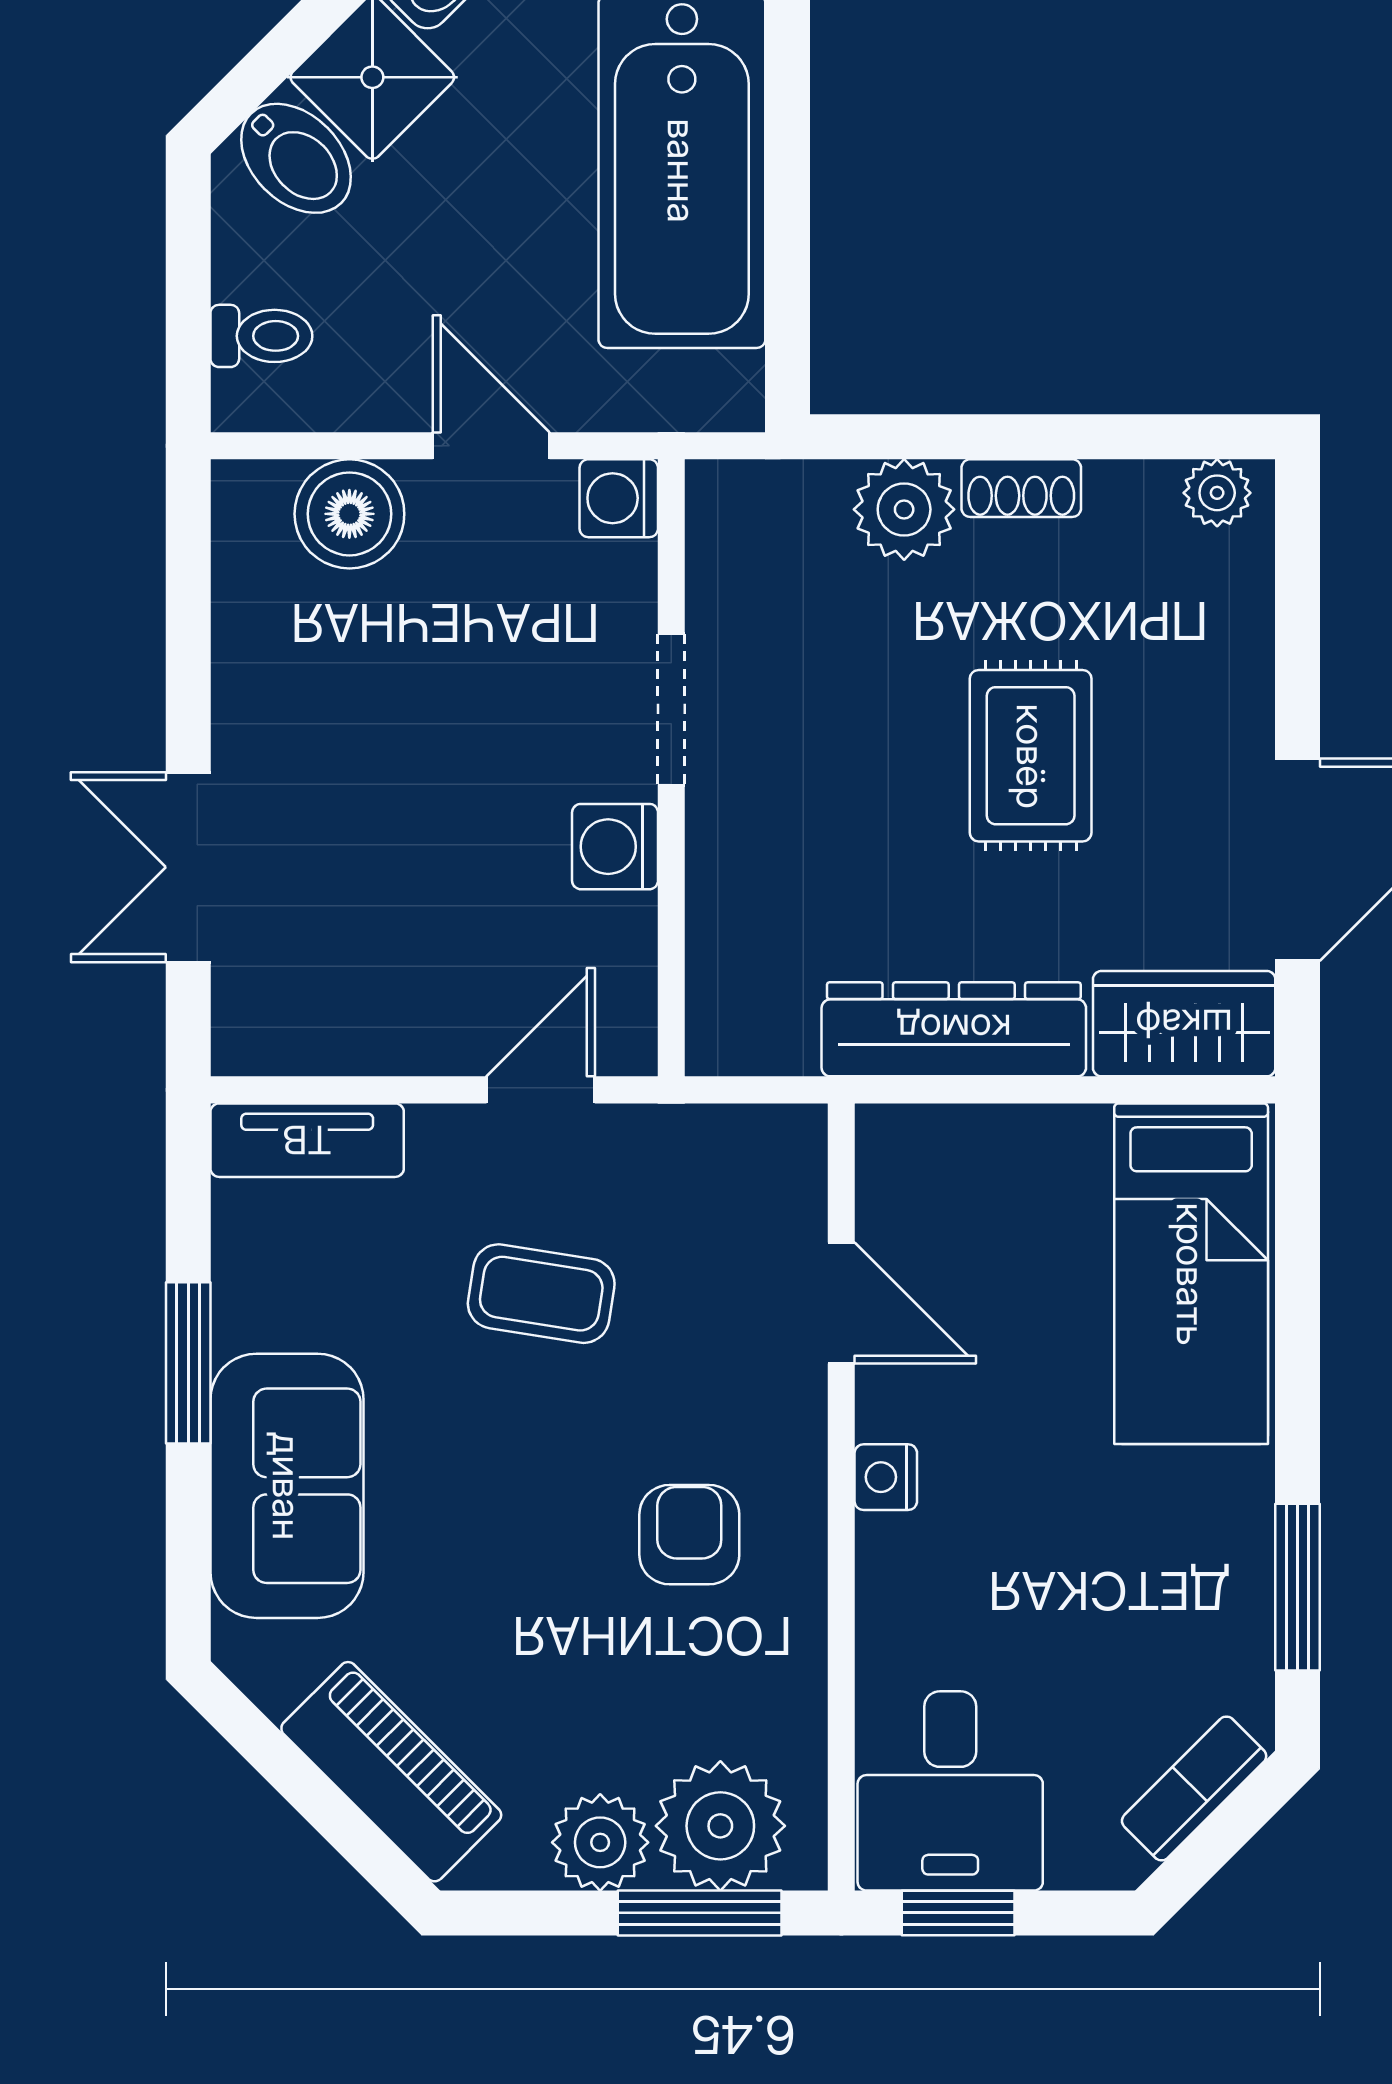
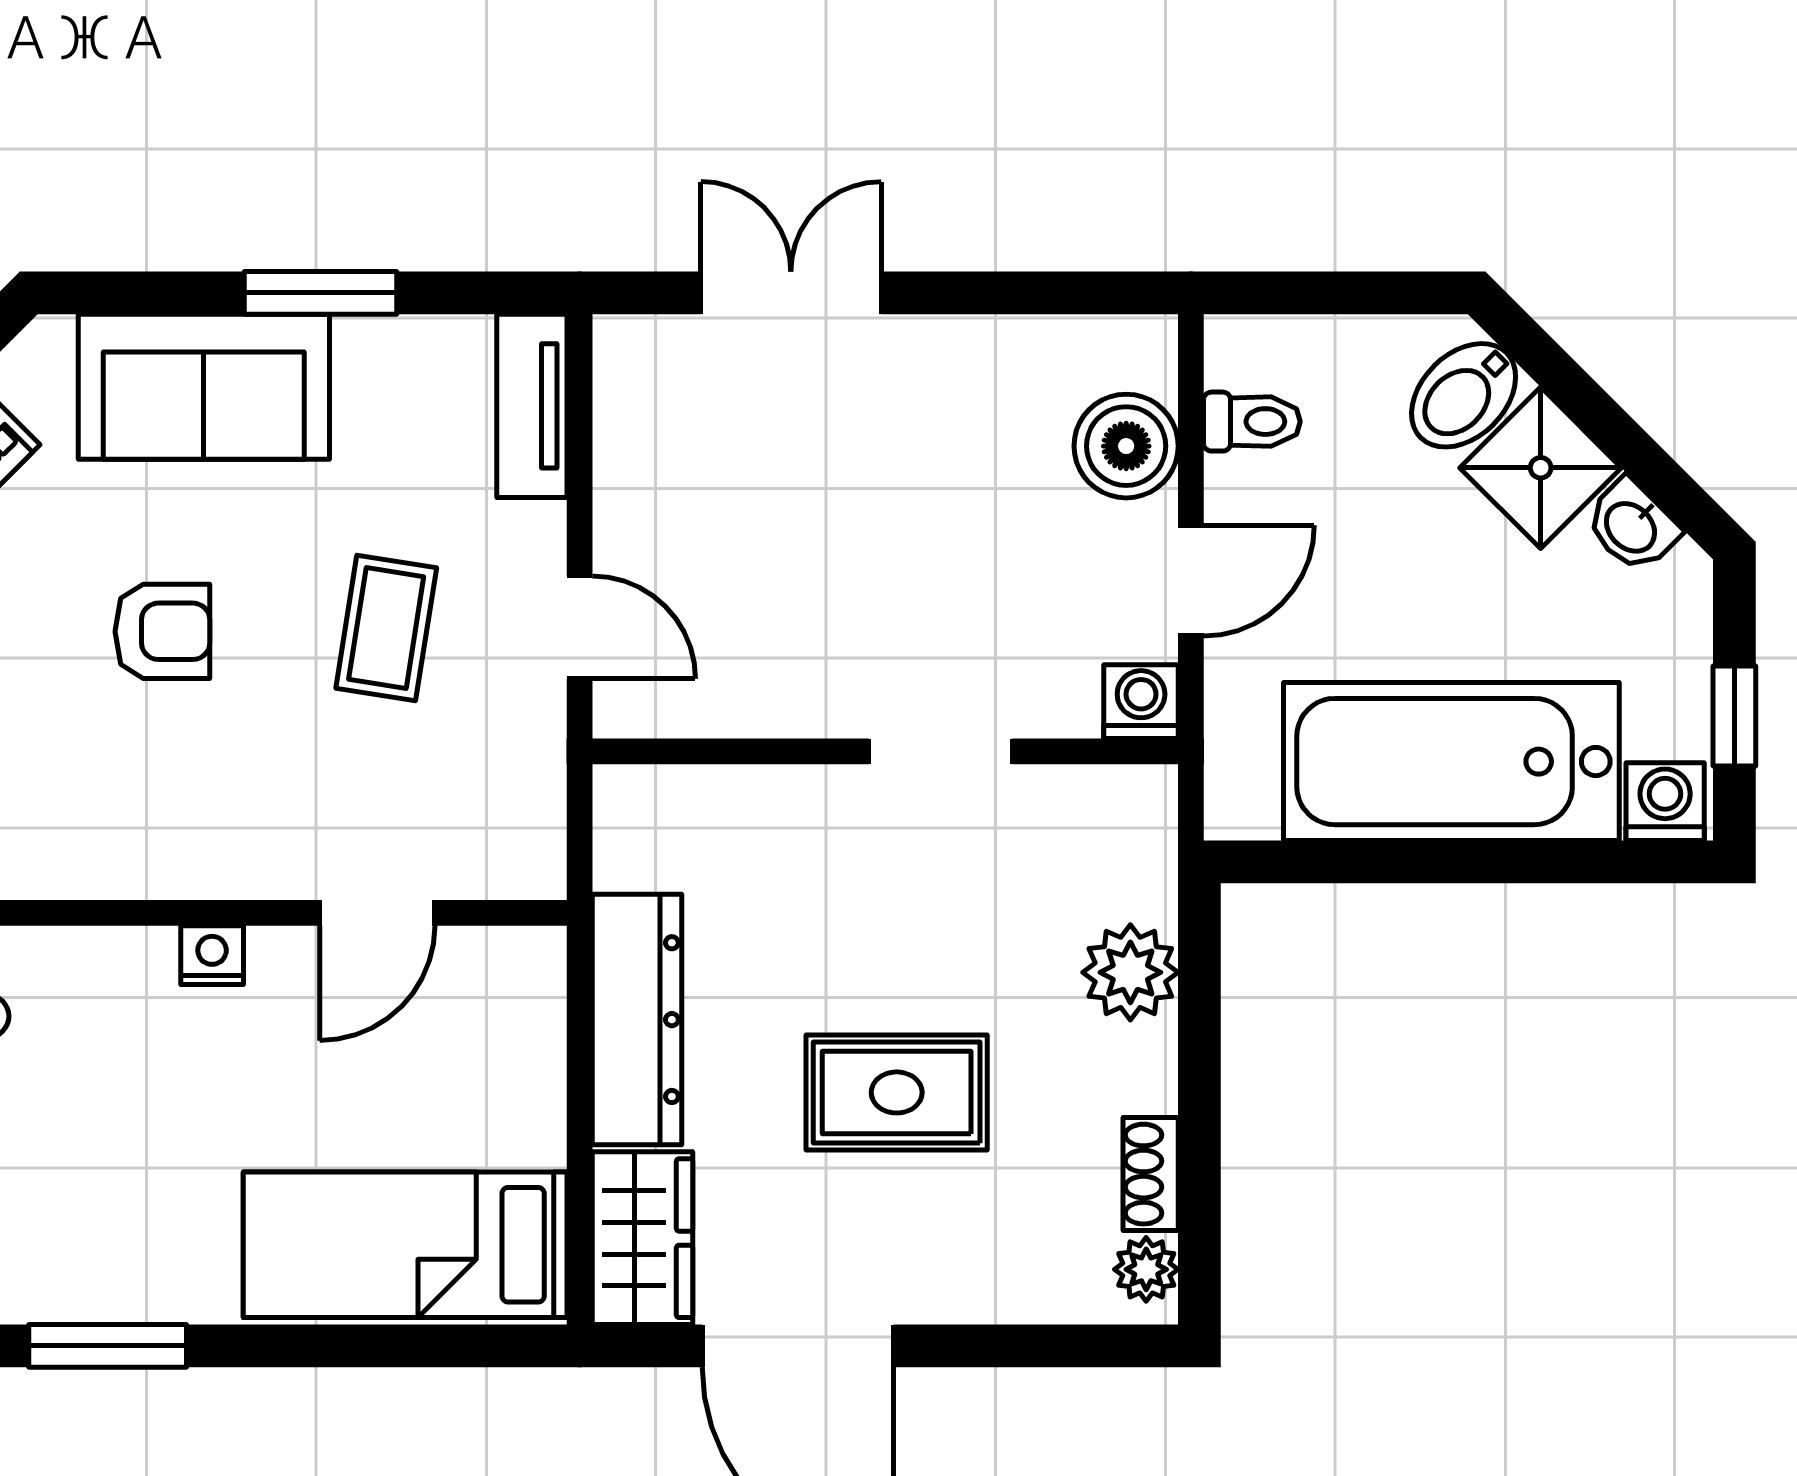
toilet: (261, 336) -> (1252, 422), moved, turned -90
shoe rack: (1021, 488) -> (1151, 1174), moved
washing machine: (615, 847) -> (810, 698), removed
armchair: (689, 1535) -> (162, 631), moved

